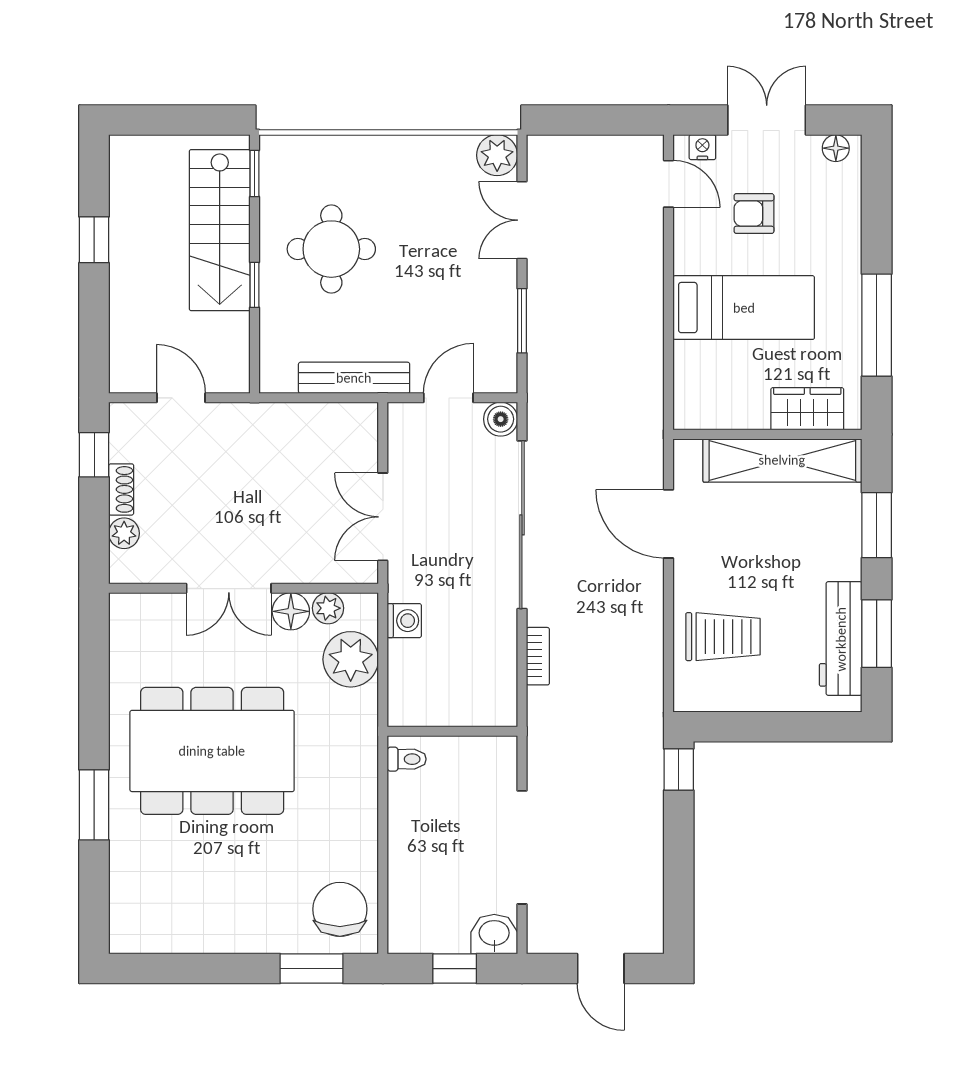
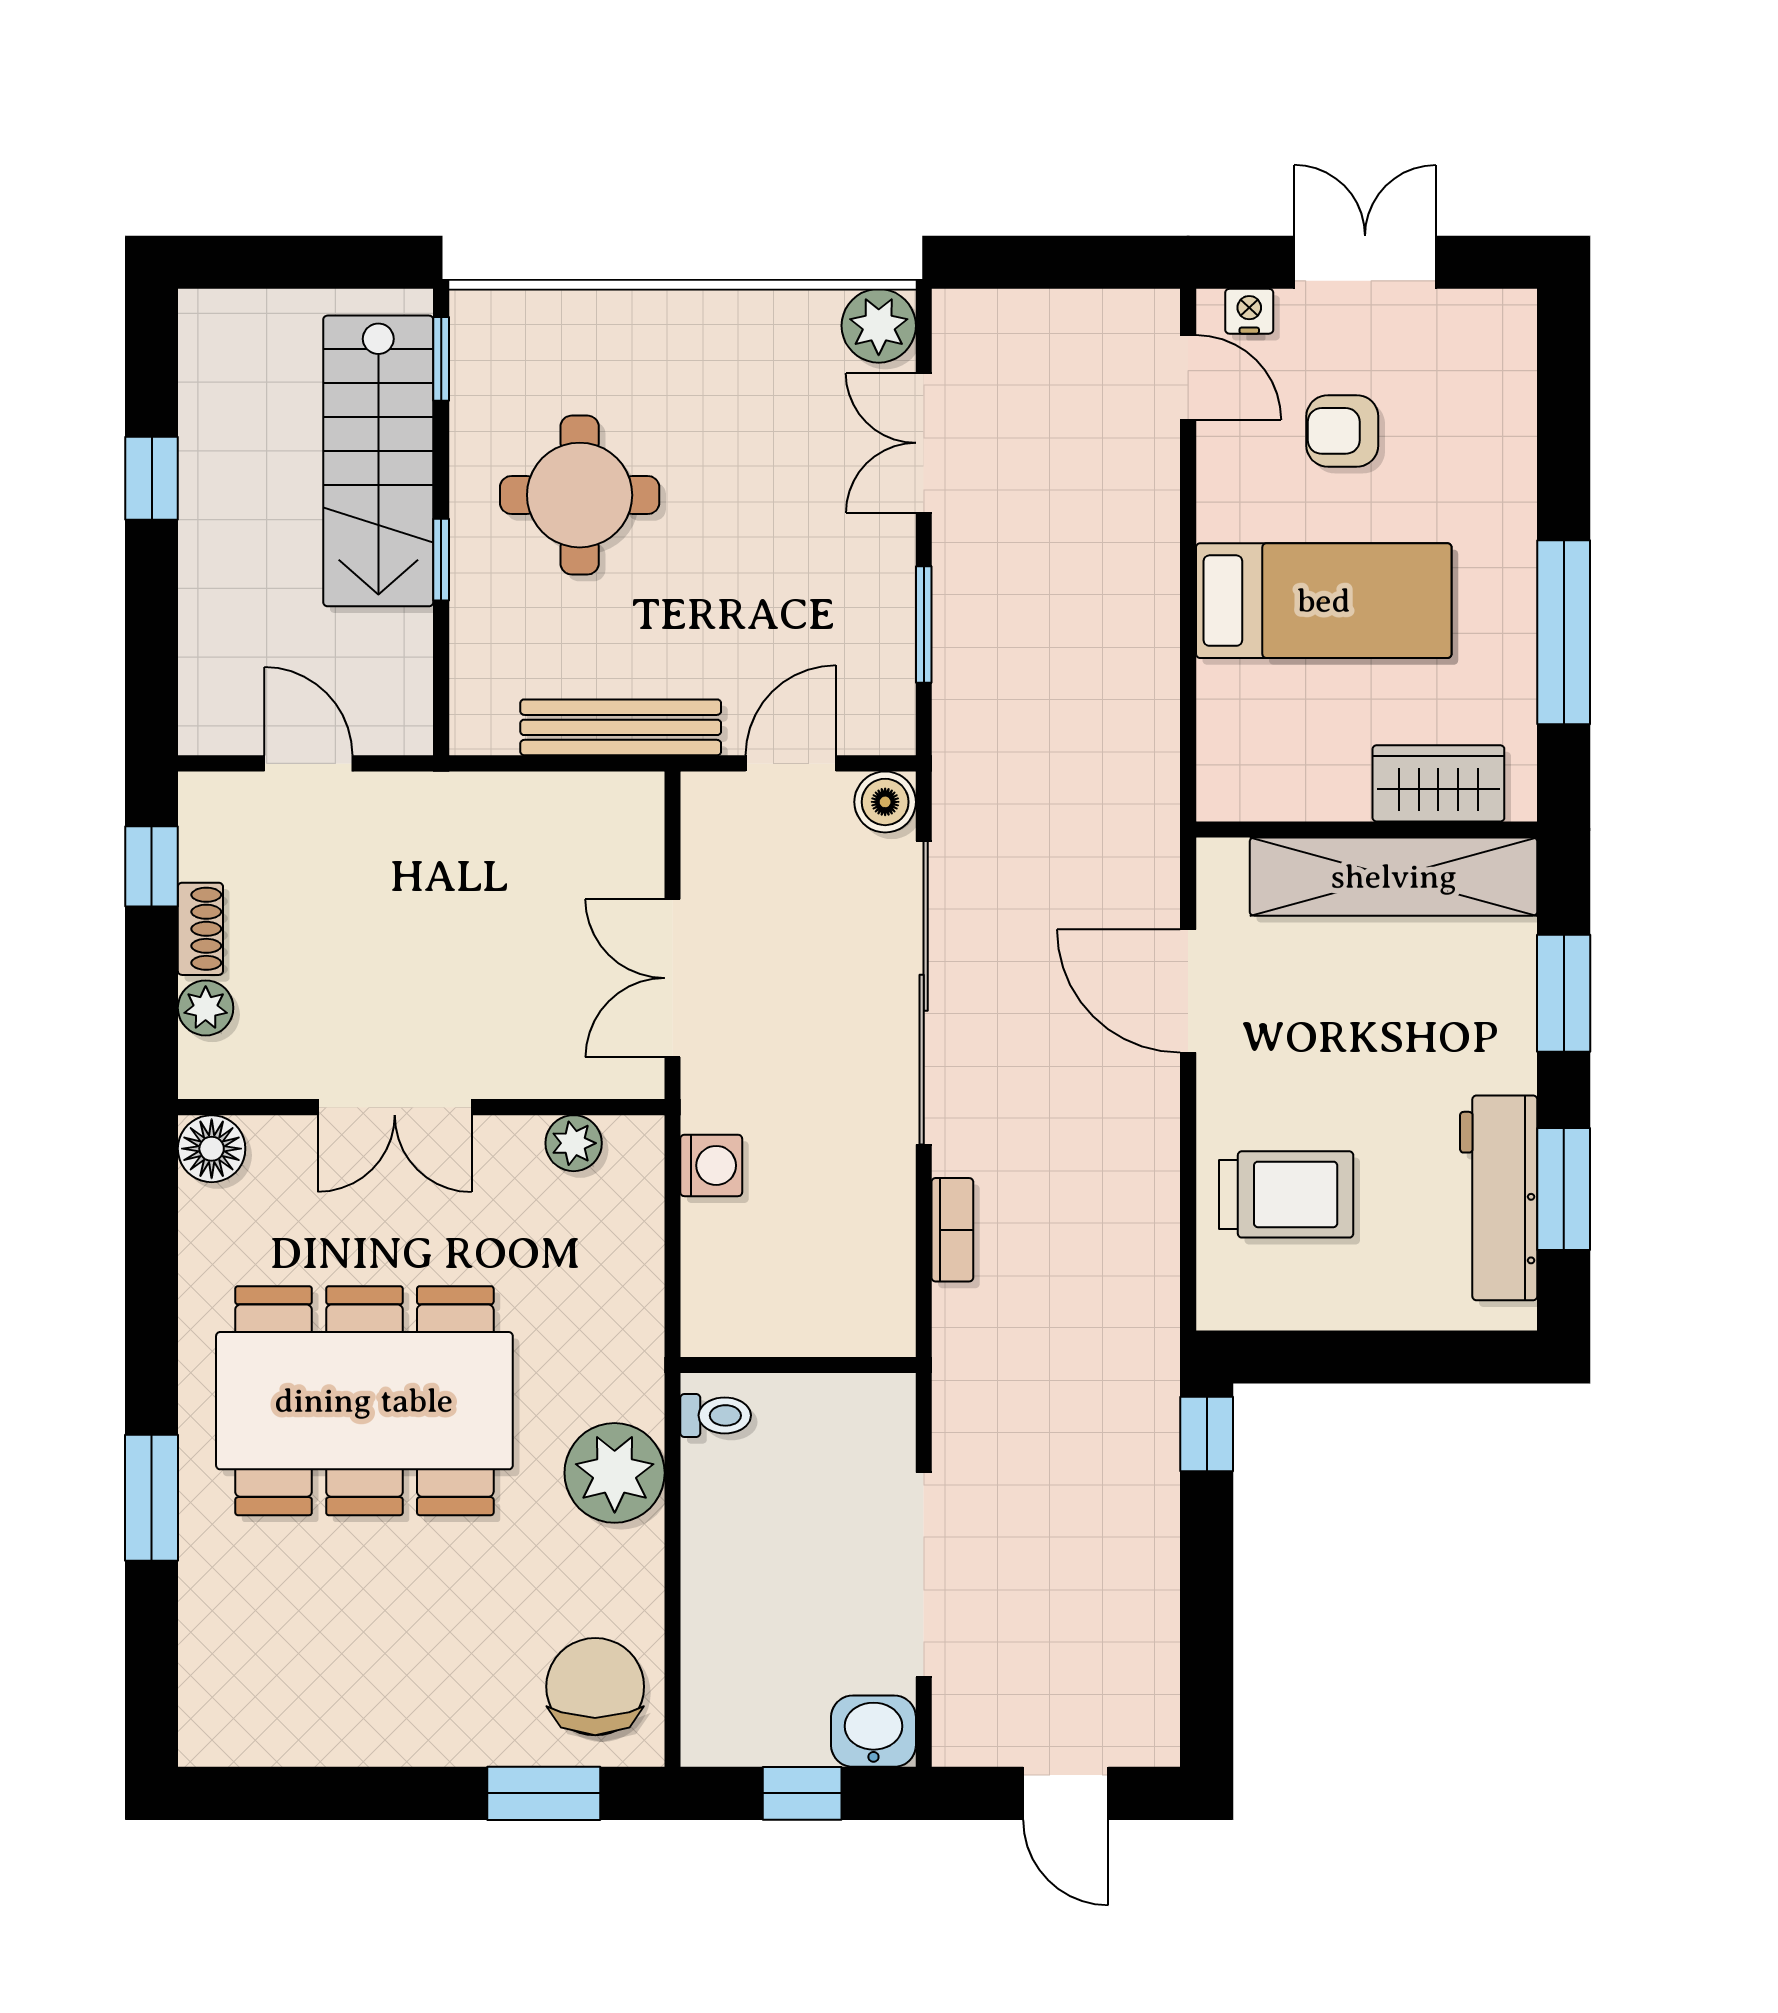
floor lamp: (836, 148) -> (1490, 313), removed
floor lamp: (291, 611) -> (212, 1149), moved
plant: (351, 659) -> (615, 1473), moved

